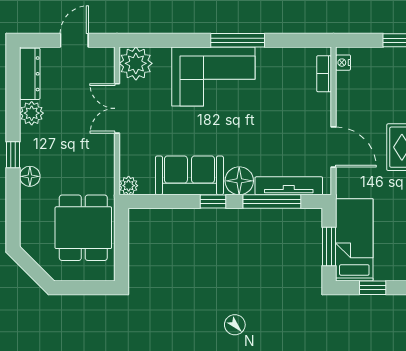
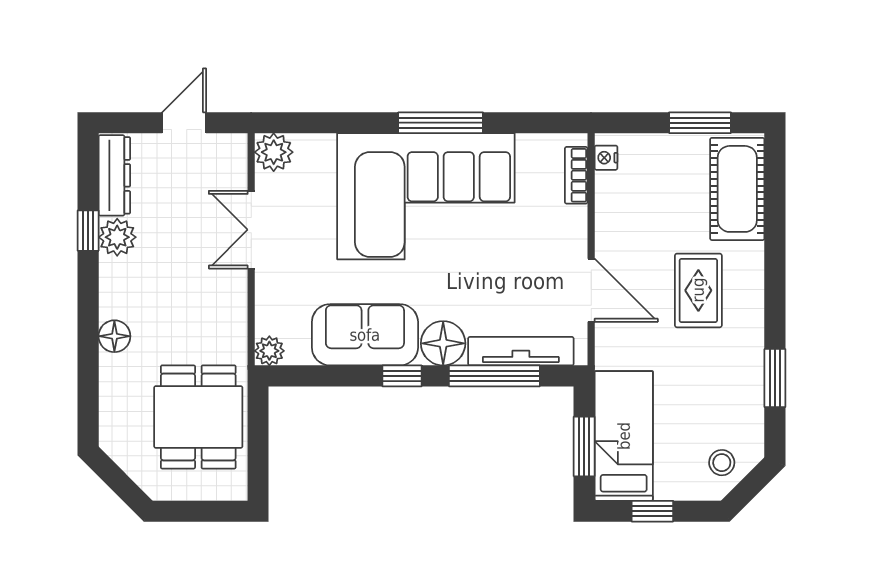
plant: (136, 63) -> (274, 152), width x0.73, depth x0.73
corner sofa: (213, 77) -> (426, 196), width x1.36, depth x1.36
window: (13, 155) -> (88, 231), moved

